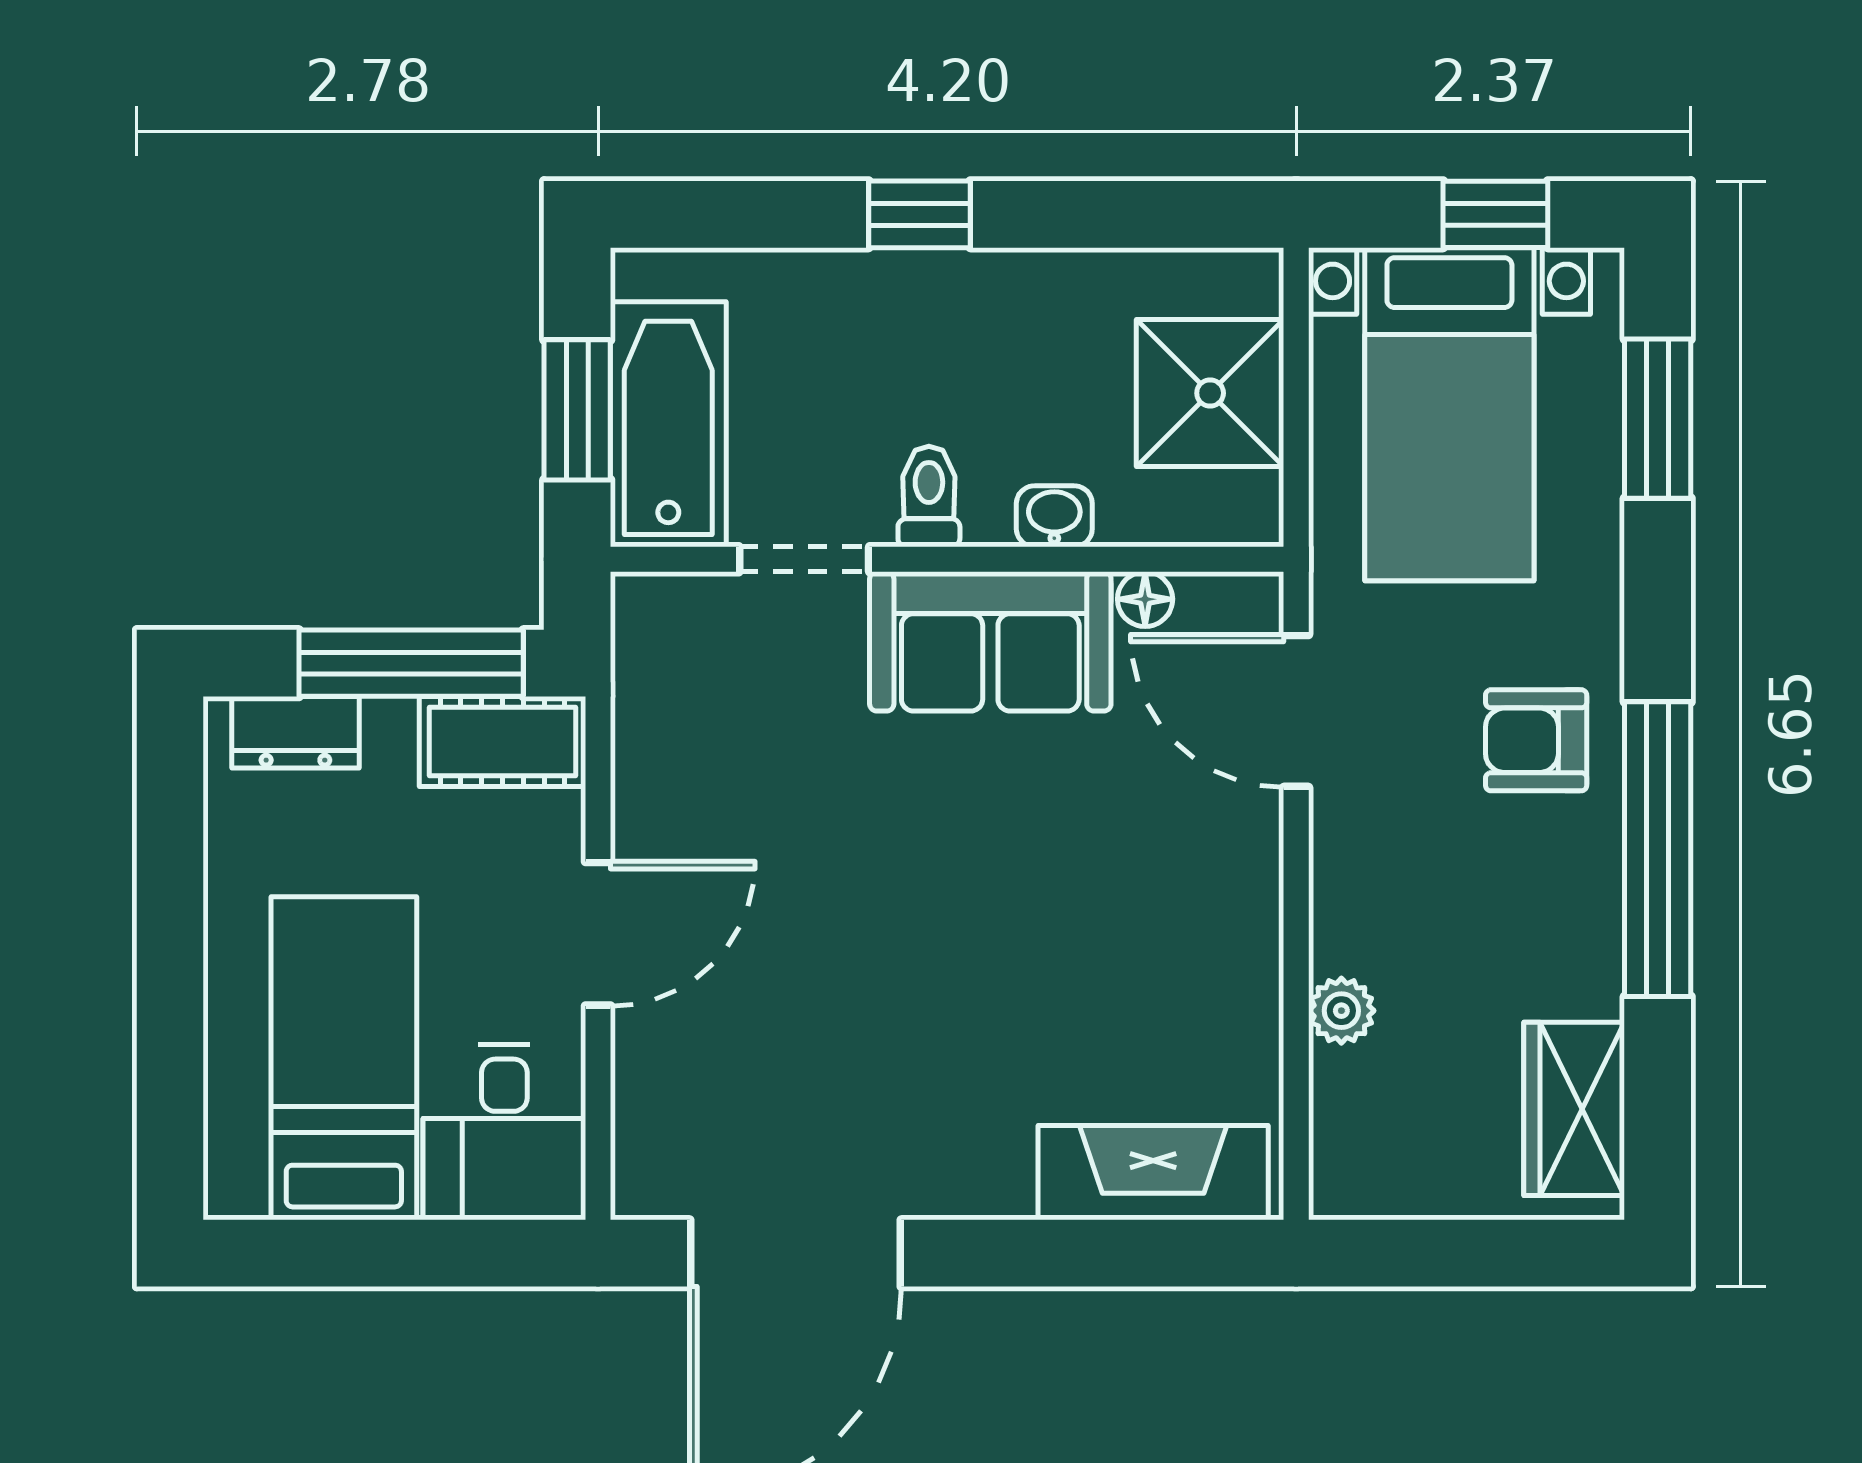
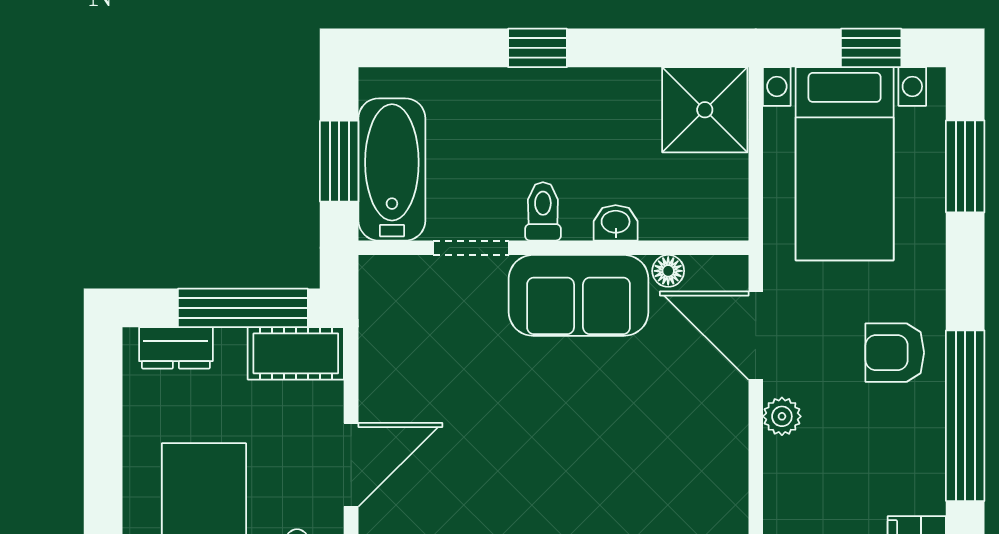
shower: (1210, 393) -> (705, 110), moved
plant: (1341, 1011) -> (782, 416), moved

